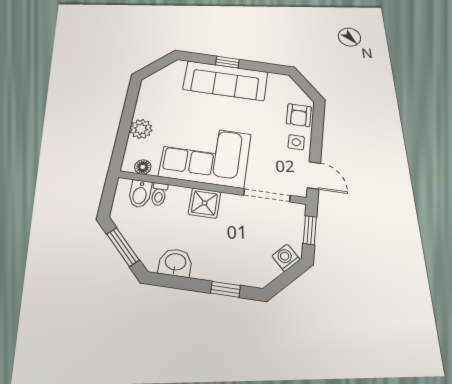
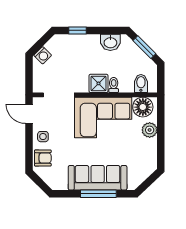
window: (227, 62) -> (98, 194), width x2.17
armchair: (299, 115) -> (43, 158), turned 90
floor lamp: (143, 167) -> (143, 107), width x1.89, depth x1.89
toilet: (159, 194) -> (114, 85), moved
window: (310, 230) -> (29, 75), removed

